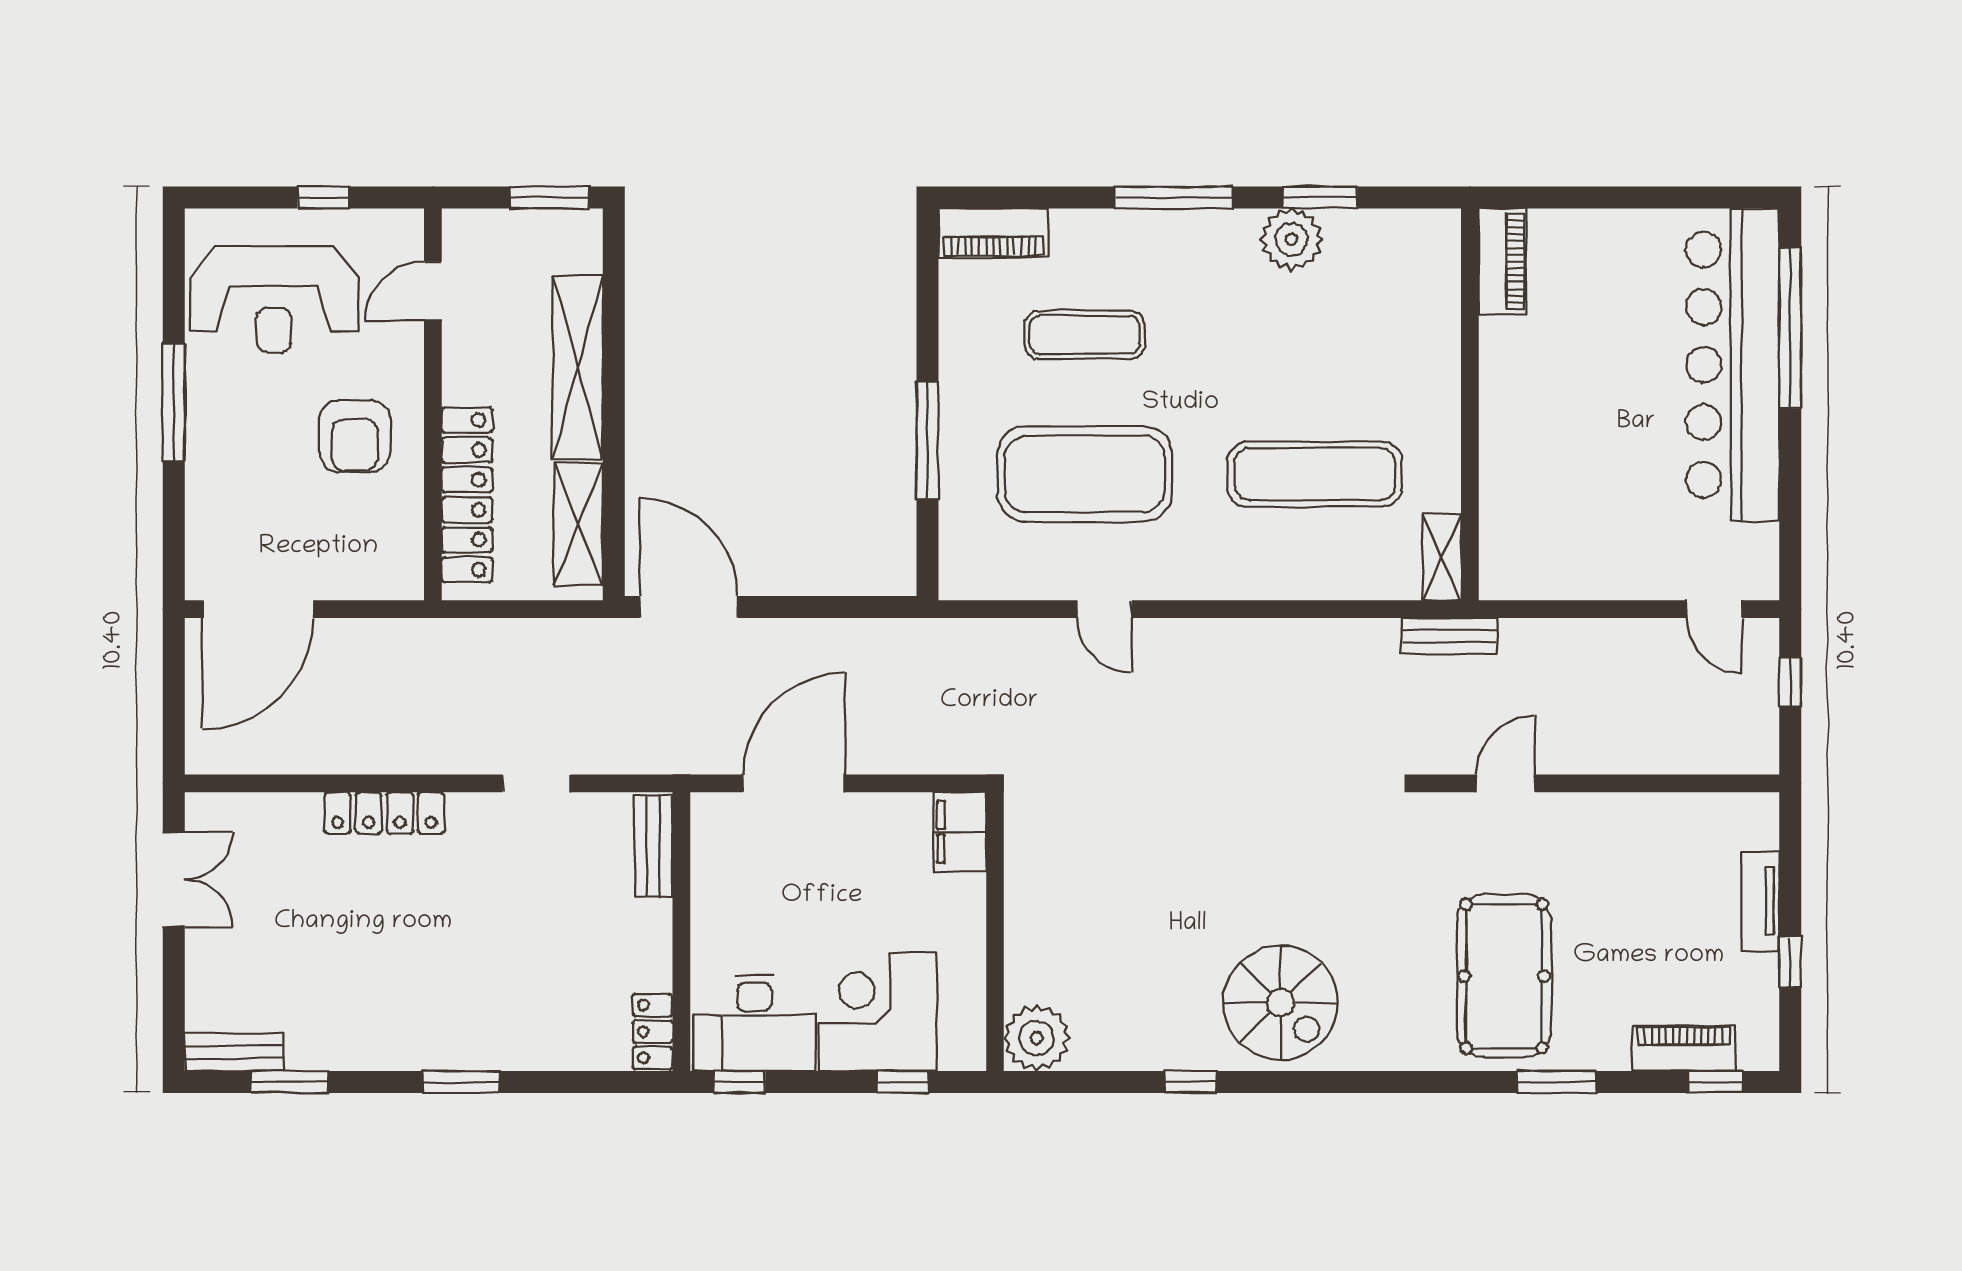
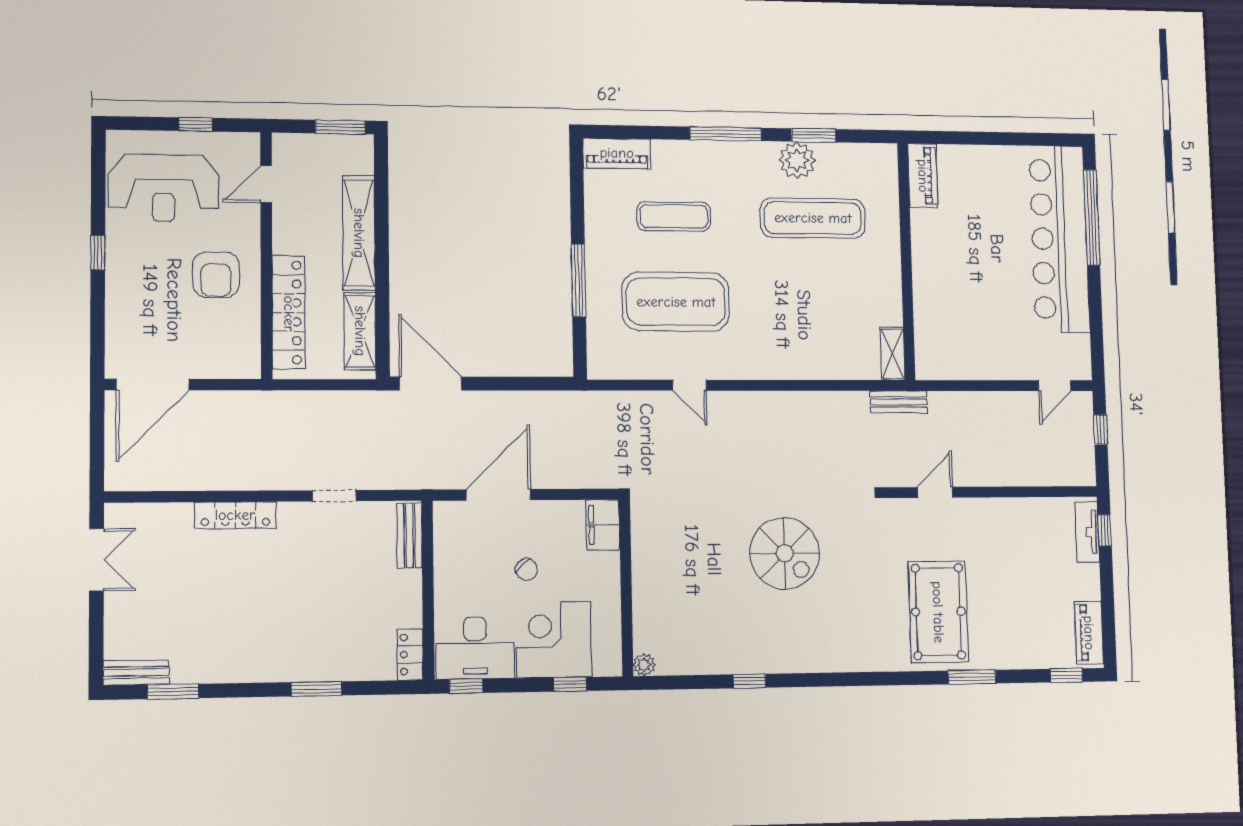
window: (174, 403) -> (98, 252), width x0.46
exercise mat: (1315, 474) -> (813, 218), moved
door: (1714, 609) -> (1054, 386), hinge flipped
chair: (837, 901) -> (527, 569), added
tv unit: (1760, 901) -> (1087, 532), moved
window: (1790, 962) -> (1105, 530), moved
spiral stairs: (1280, 1003) -> (785, 553), moved
plant: (1037, 1038) -> (644, 665), width x0.53, depth x0.53
piano: (1684, 1048) -> (1089, 633), moved, turned -90
window: (461, 1082) -> (317, 689), moved

